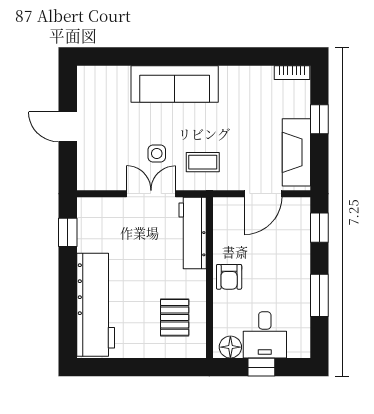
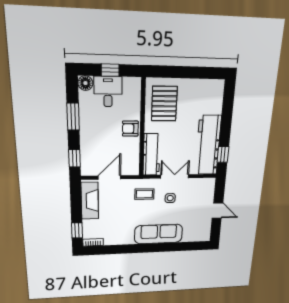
window: (319, 119) -> (77, 230), moved
double door: (151, 194) -> (175, 176), swing flipped
armchair: (229, 277) -> (130, 129), turned -90
workbench: (96, 305) -> (208, 145), moved
pallet: (175, 317) -> (164, 104), width x1.50, depth x1.42
floor lamp: (230, 347) -> (85, 83), moved

